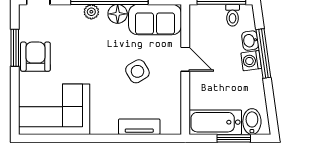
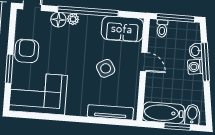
floor lamp: (118, 14) -> (58, 20), moved
toilet: (233, 15) -> (162, 29), moved
window: (15, 48) -> (9, 69), moved
tv unit: (139, 127) -> (110, 112), width x1.41

